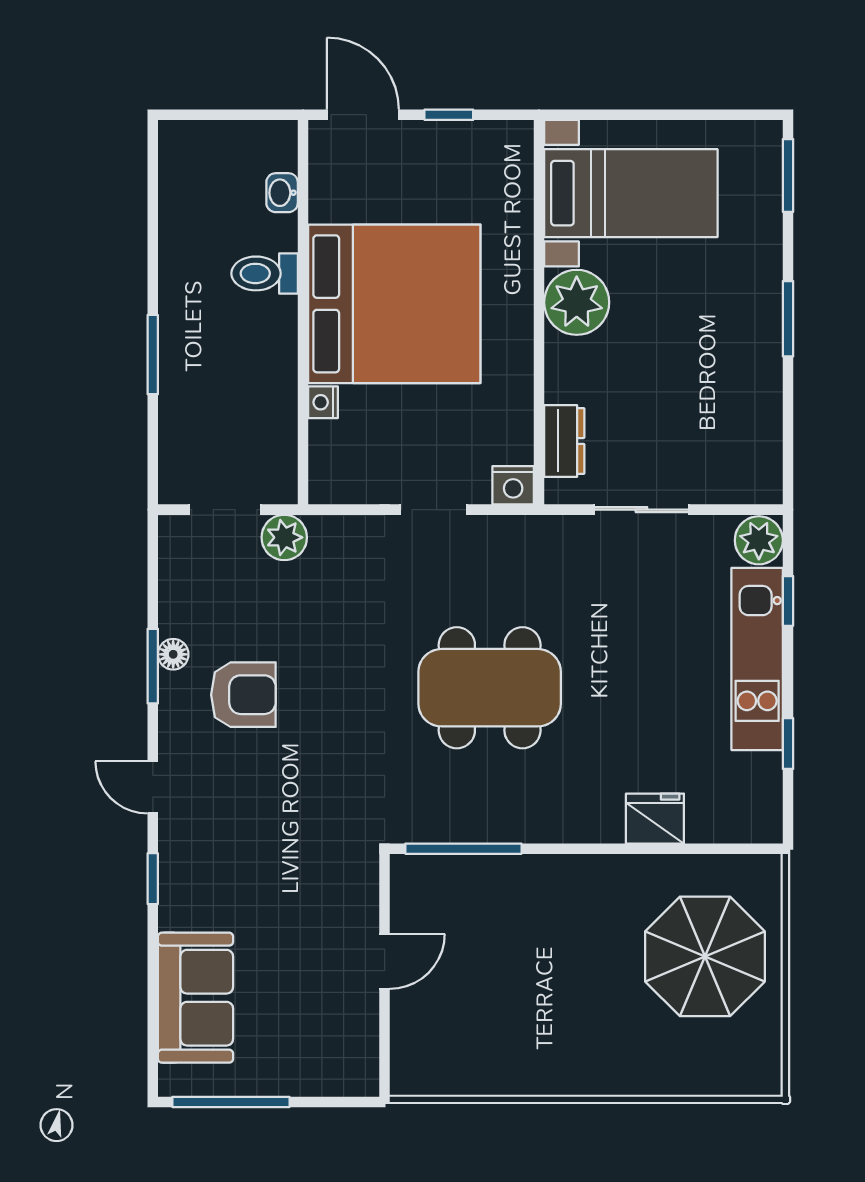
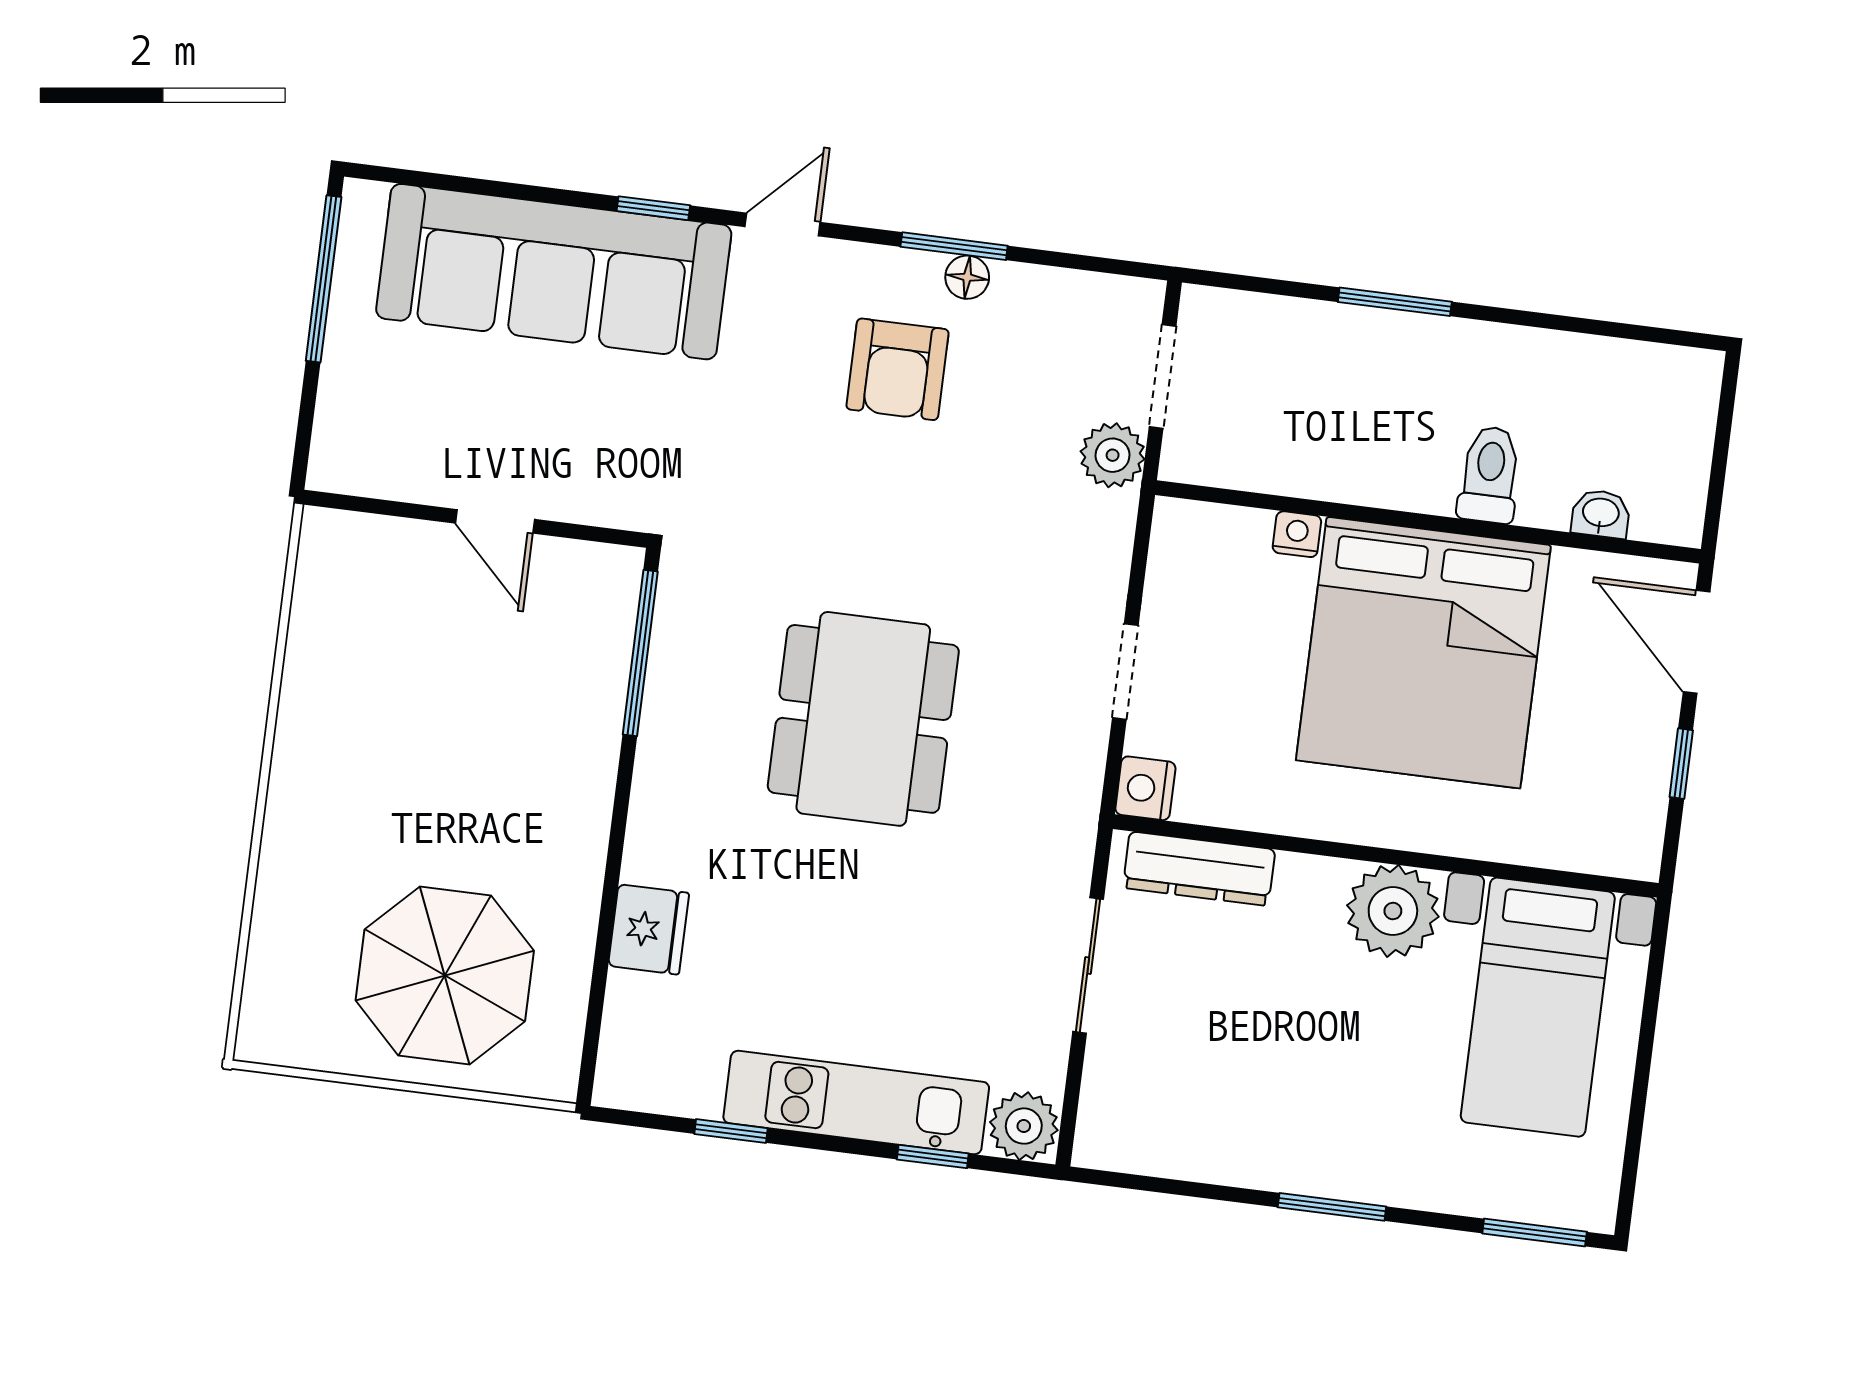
door: (363, 115) -> (1697, 642), swing flipped
dresser: (564, 441) -> (1199, 869), width x1.44
sofa: (195, 998) -> (554, 272), width x1.85, depth x1.27

